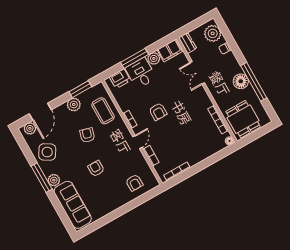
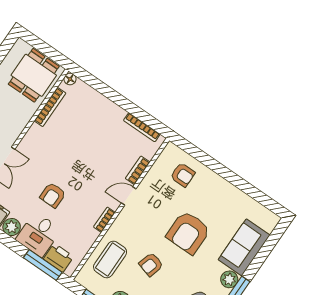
window: (135, 58) -> (43, 265), moved
armchair: (158, 112) -> (53, 195), moved, turned 180
armchair: (96, 169) -> (188, 233), width x1.88, depth x1.88
armchair: (134, 183) -> (183, 175), turned 90
sofa: (73, 205) -> (244, 247), width x0.73

